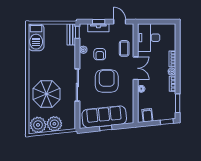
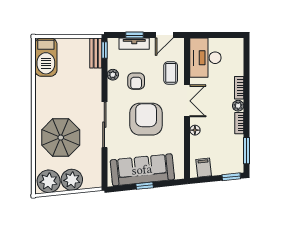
door: (120, 22) -> (164, 35), swing flipped

